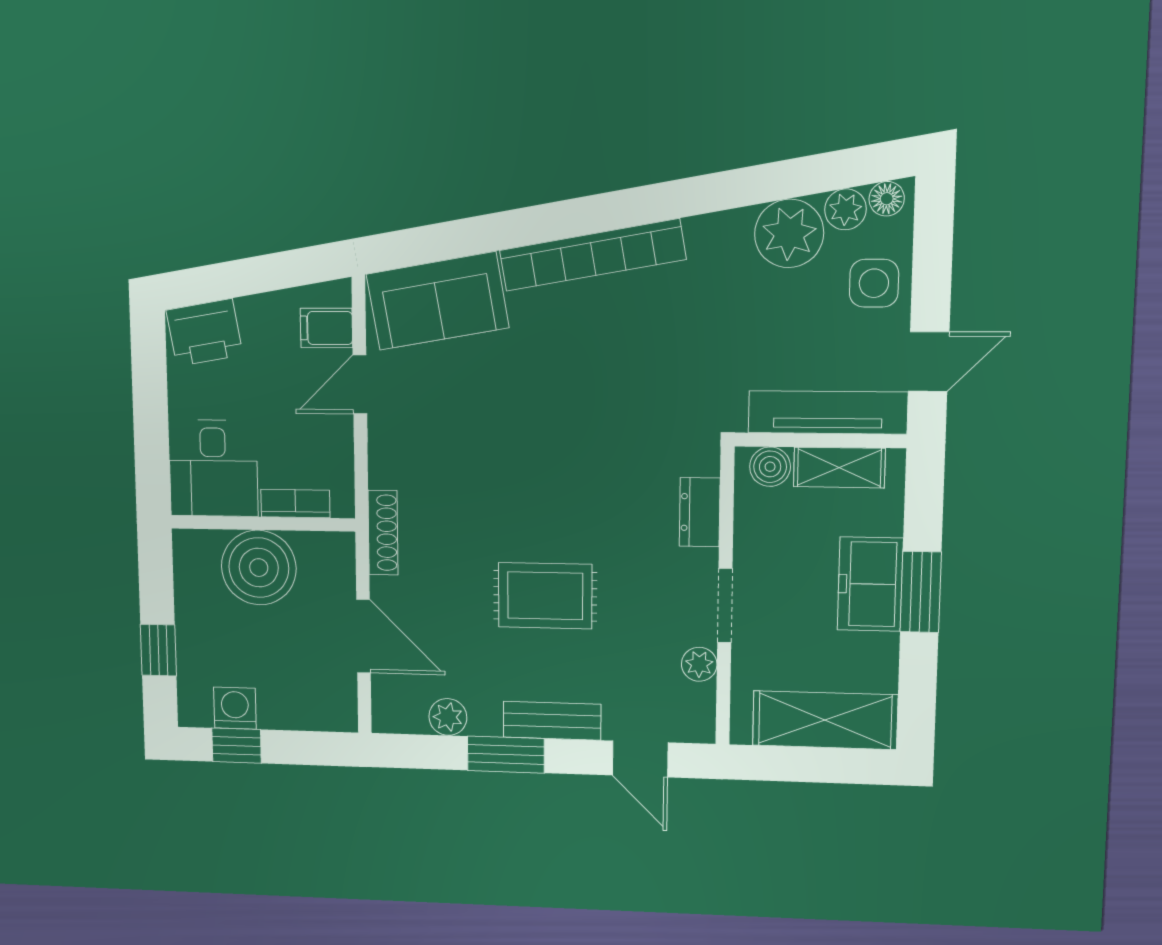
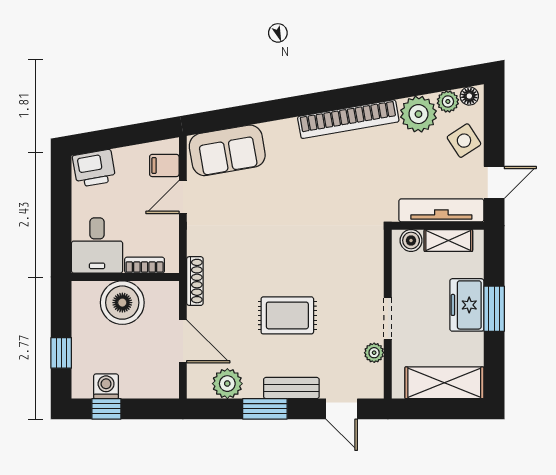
bookcase: (592, 255) -> (348, 119), moved
side table: (874, 283) -> (464, 141), turned -33
dresser: (700, 512) -> (373, 266), removed
plant: (448, 717) -> (227, 384), width x1.38, depth x1.38

